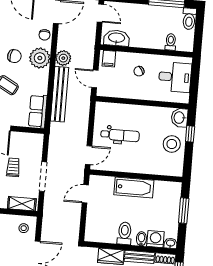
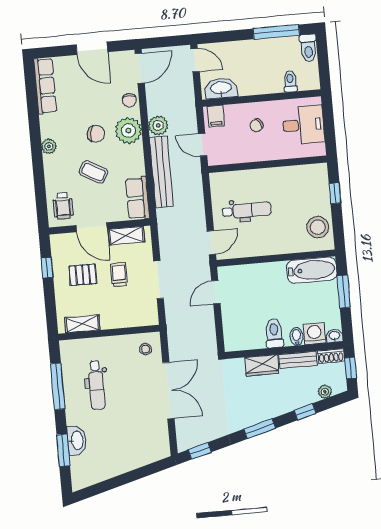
washbasin: (180, 118) -> (318, 175), removed
stool: (172, 144) -> (318, 227), moved
bathtub: (134, 187) -> (312, 270), moved
shelving: (22, 204) -> (126, 236), moved

